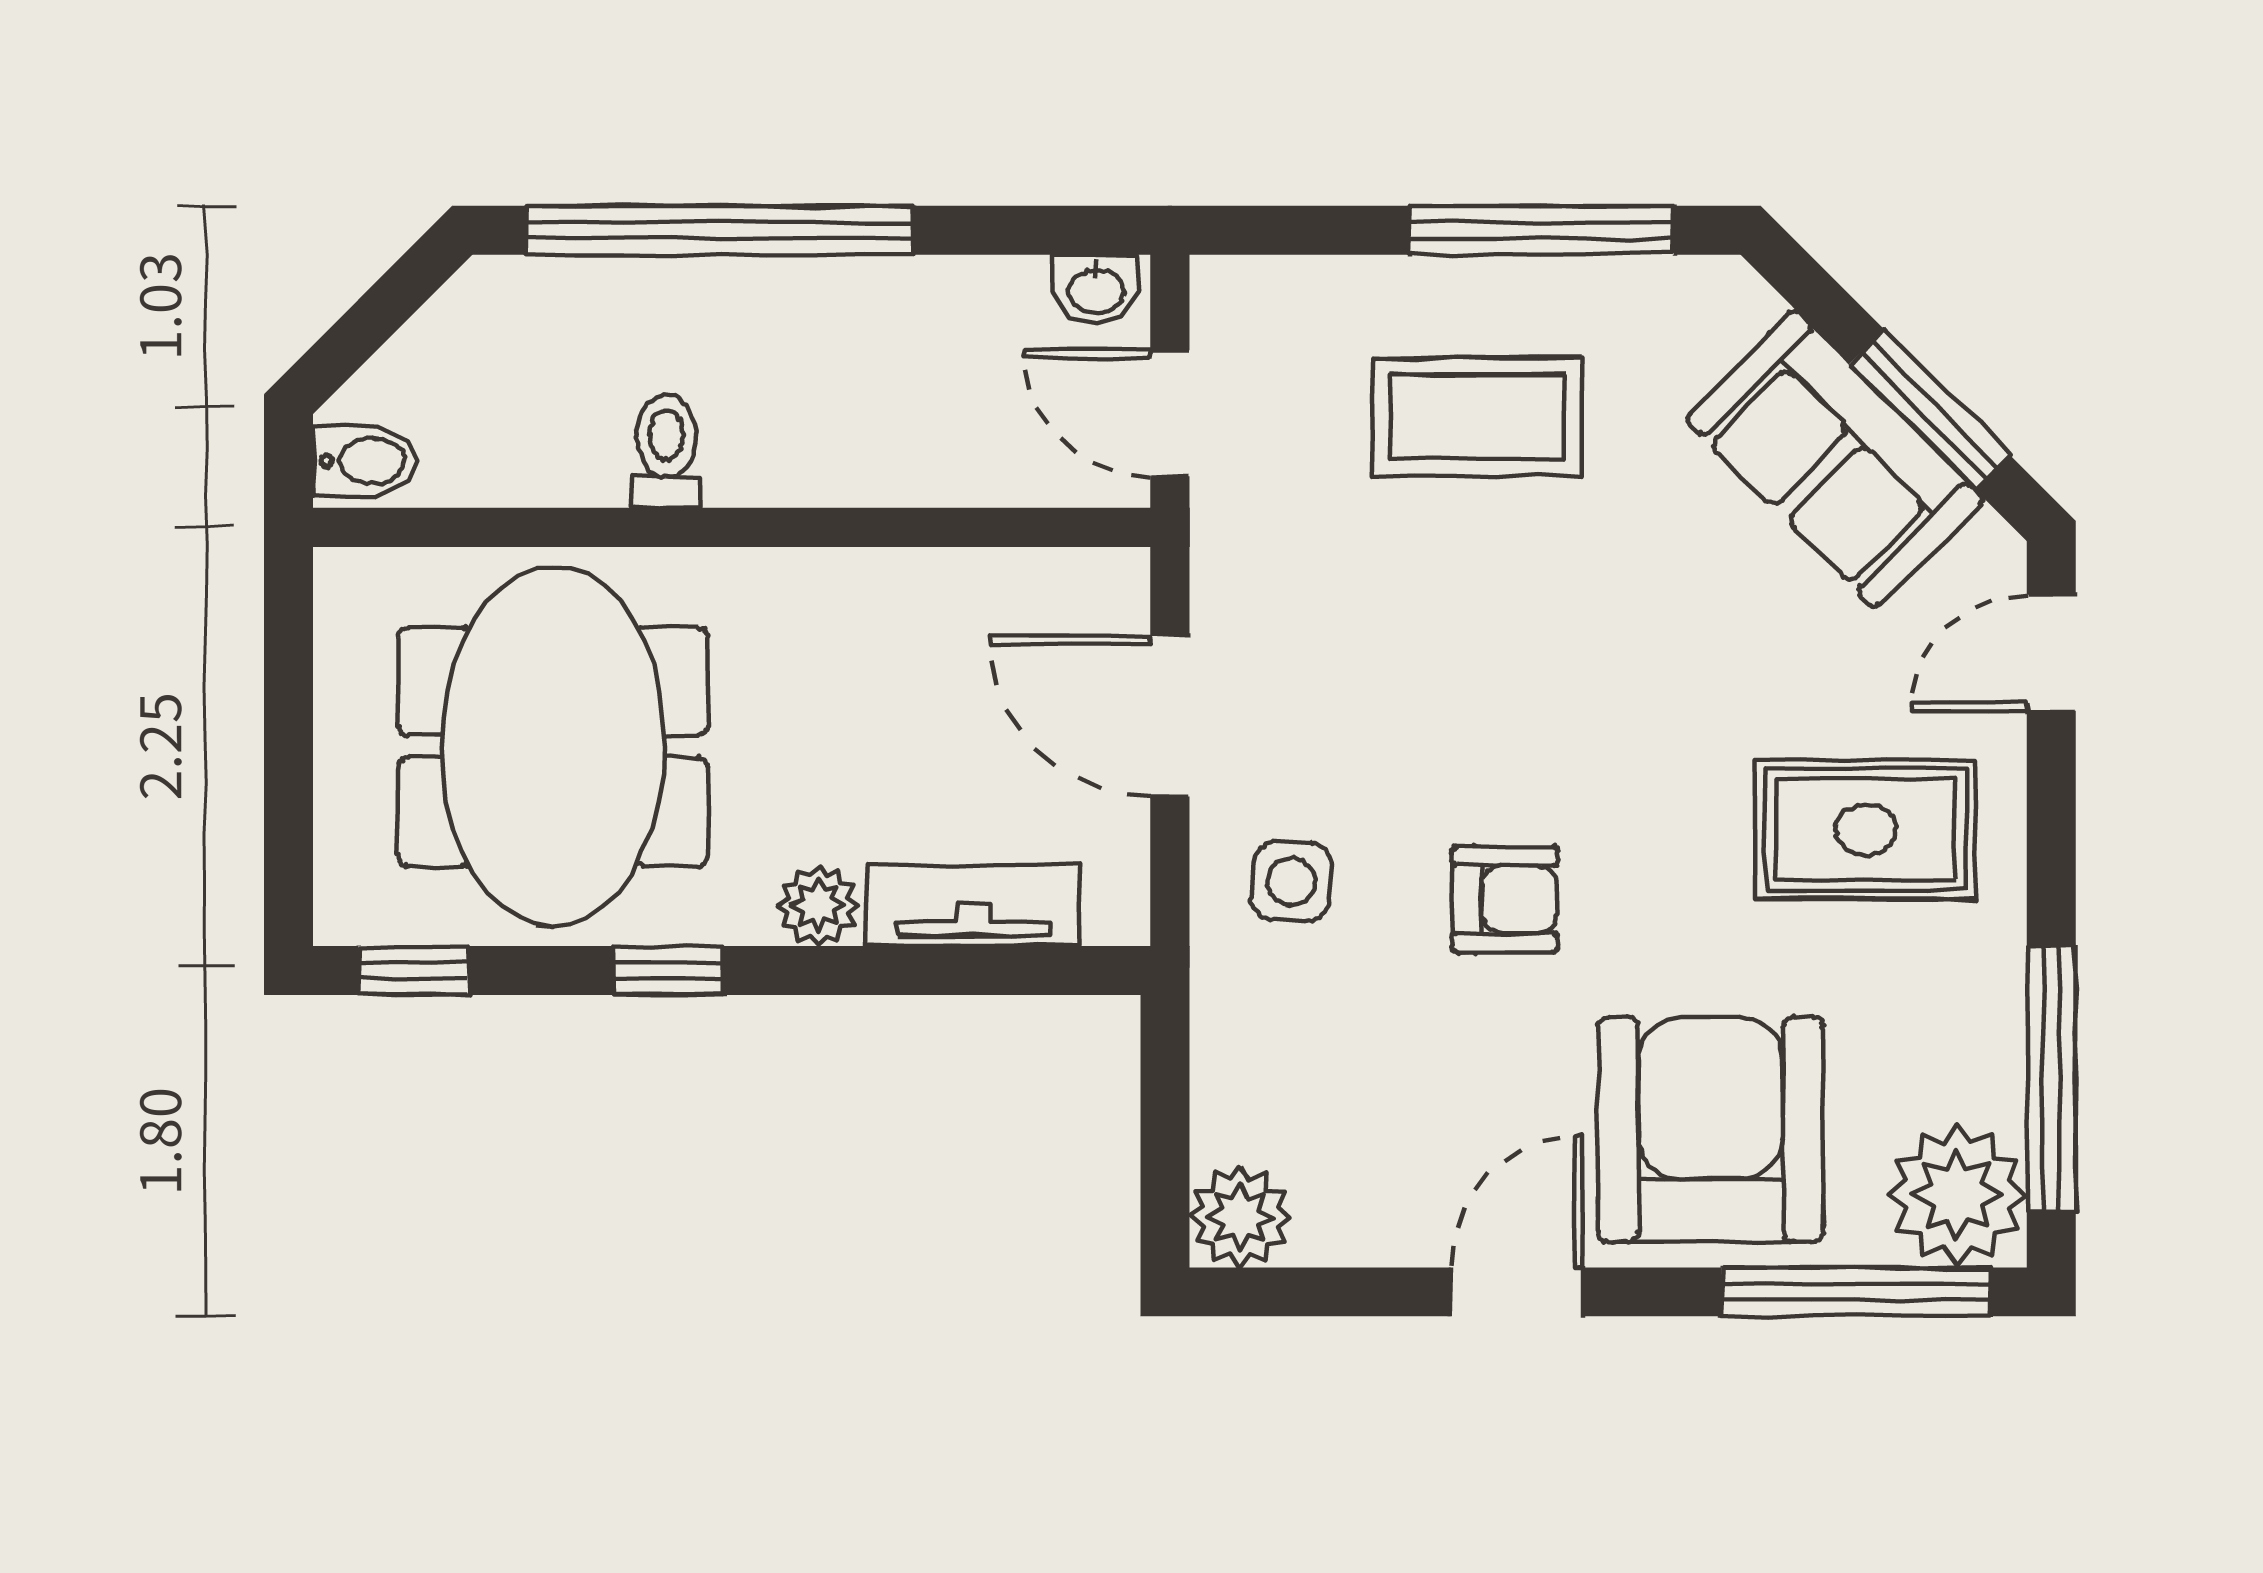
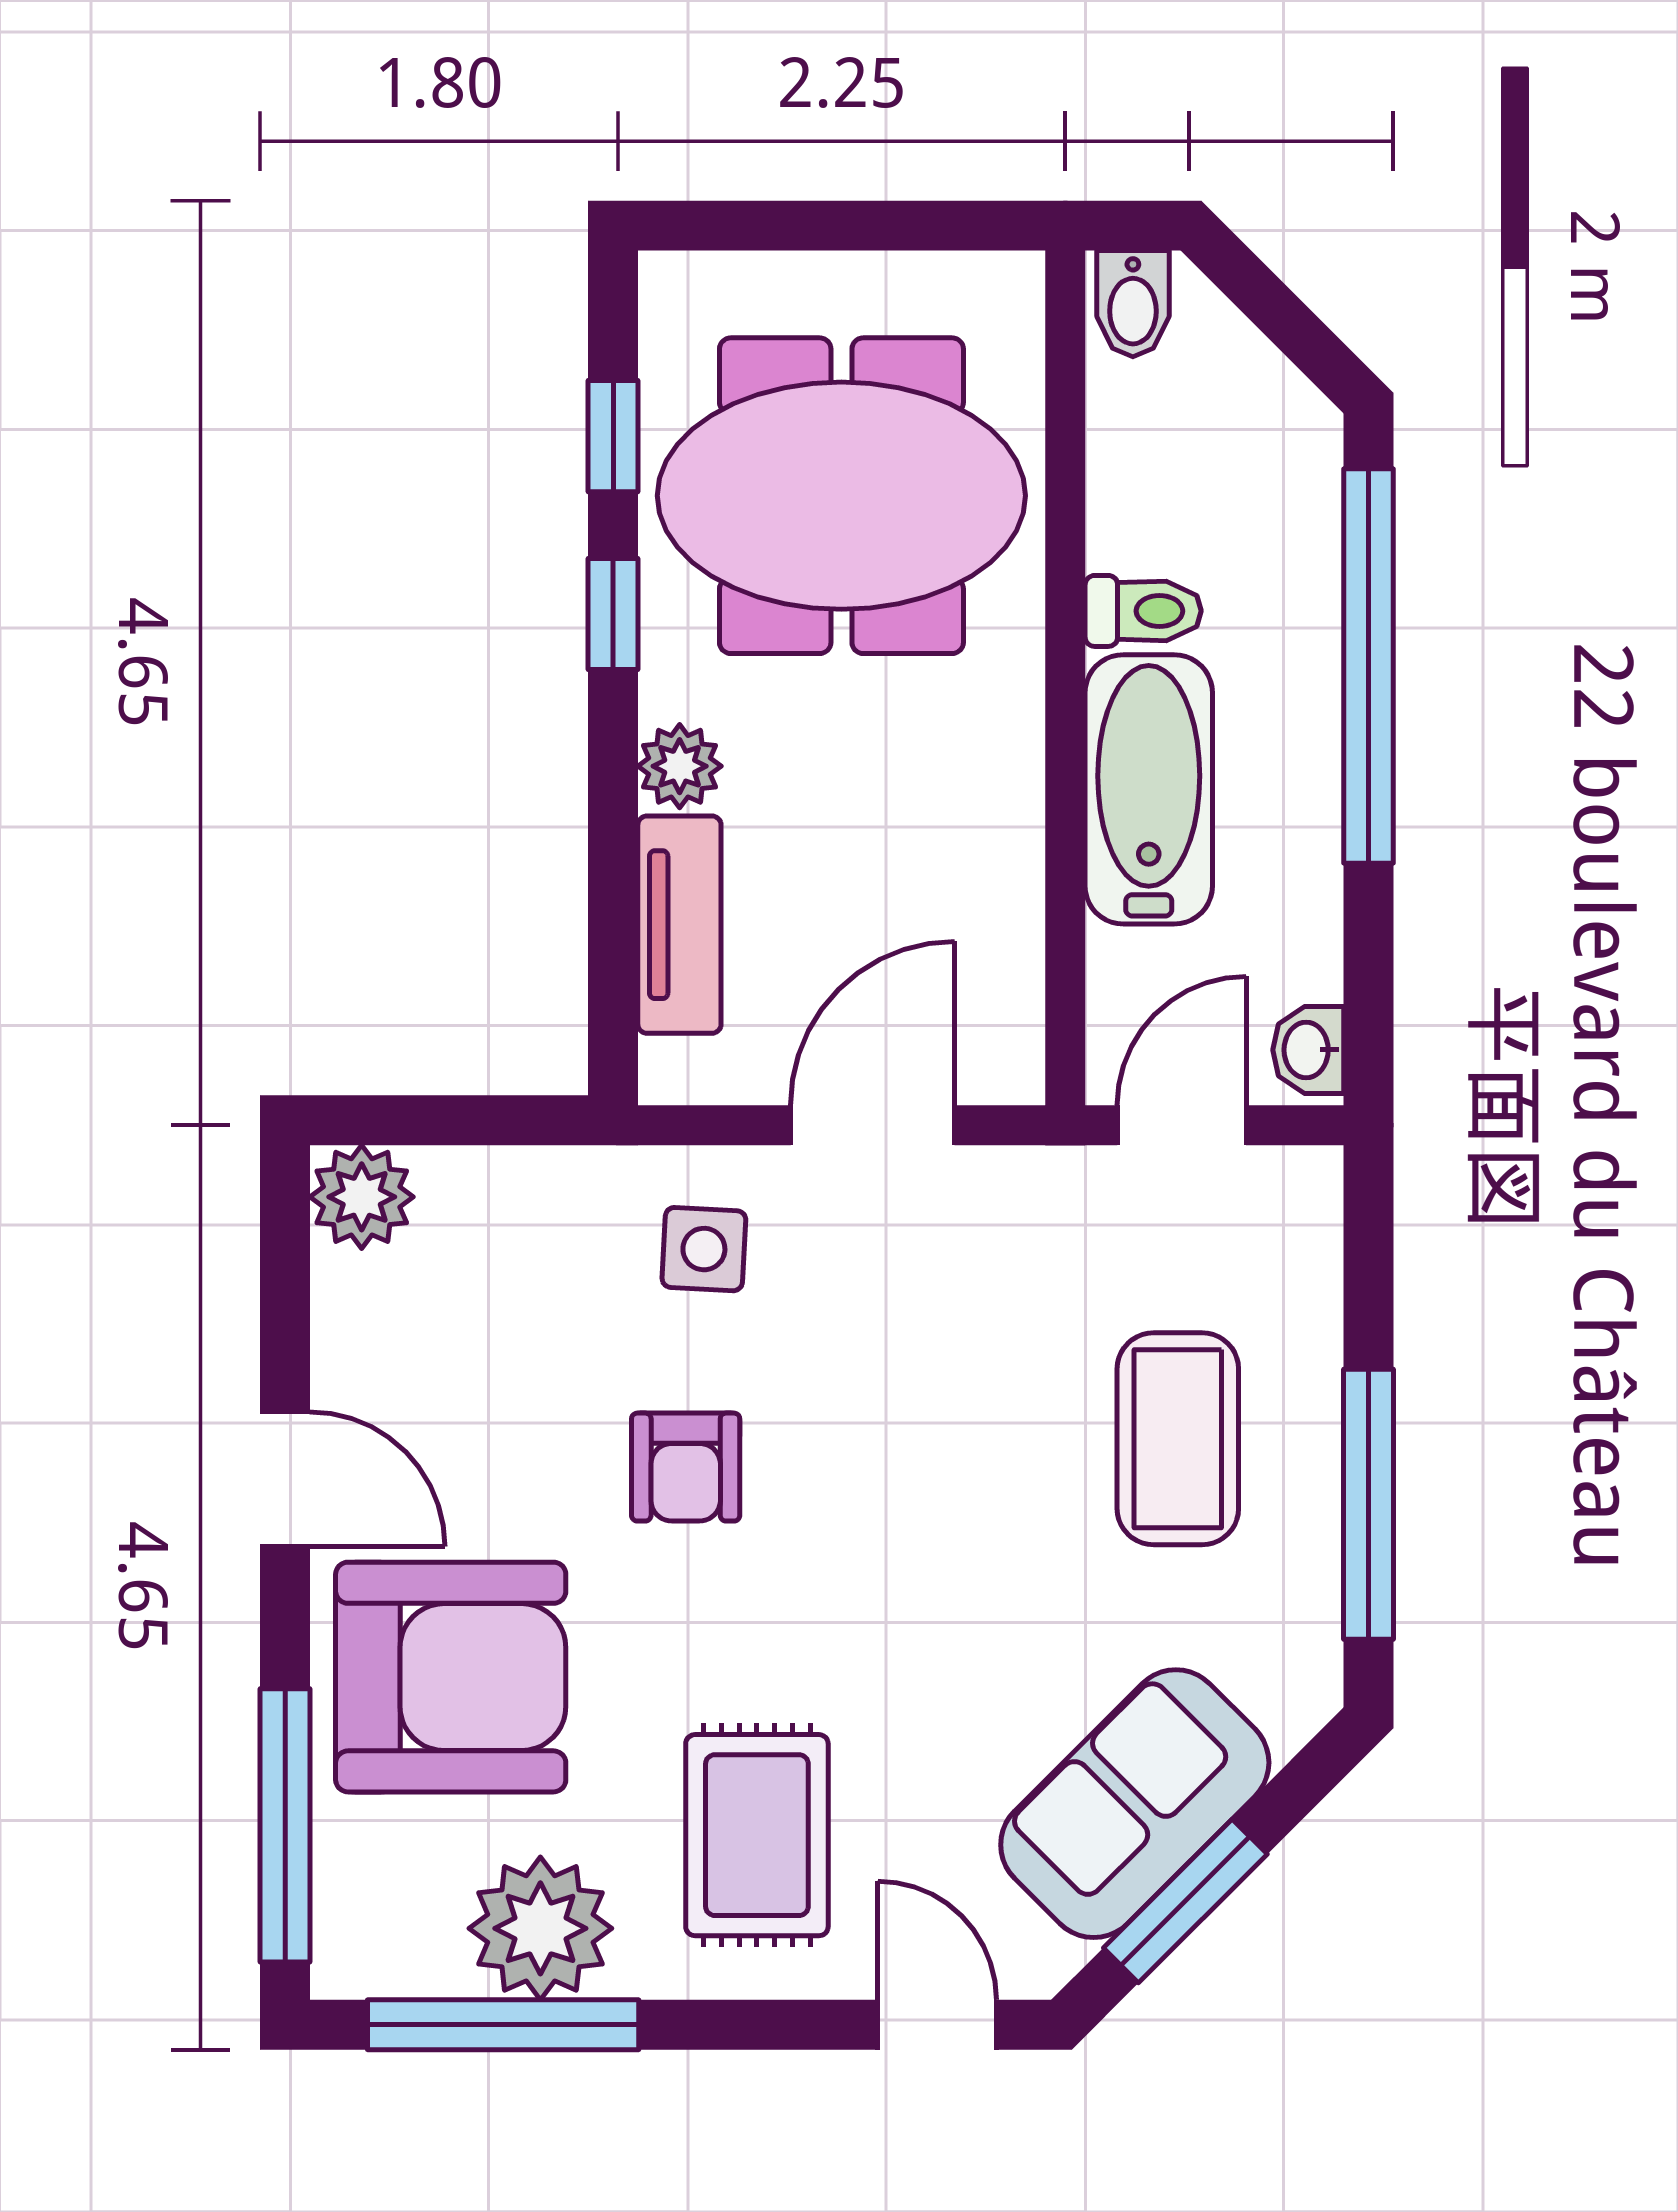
bathtub: (841, 446) -> (1149, 789), added
window: (413, 970) -> (613, 436), moved
plant: (1957, 1195) -> (540, 1928), moved

